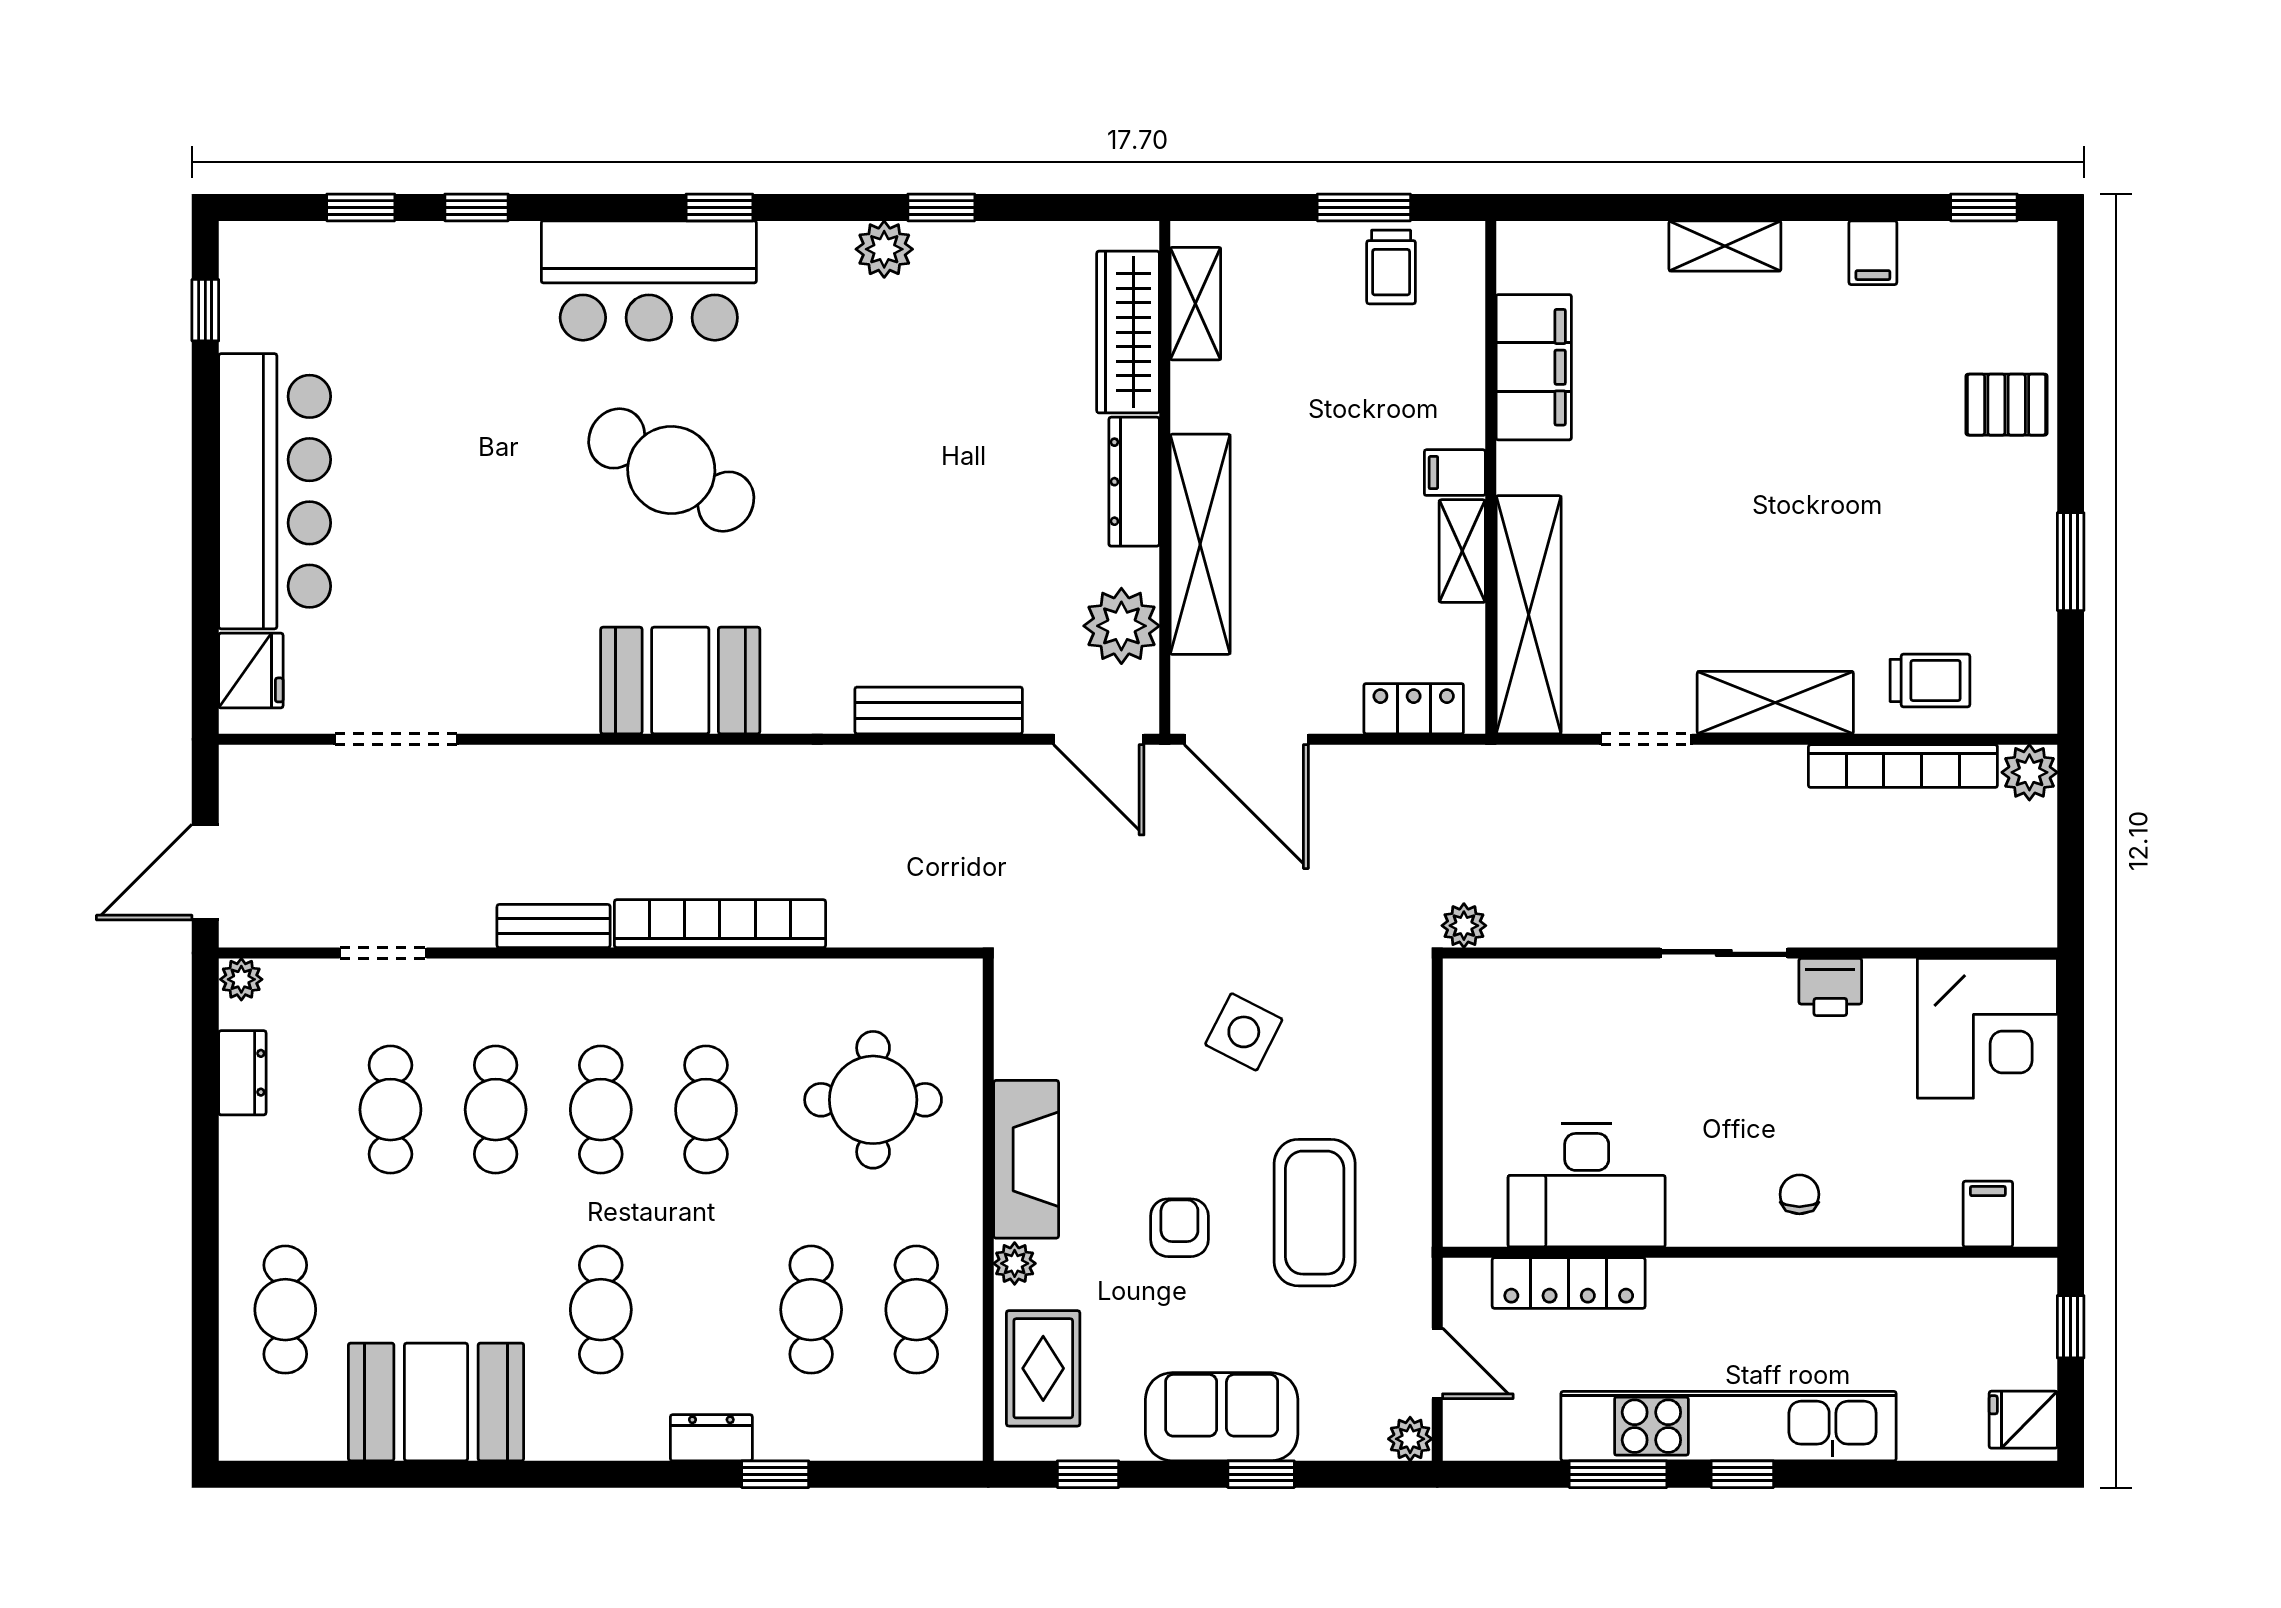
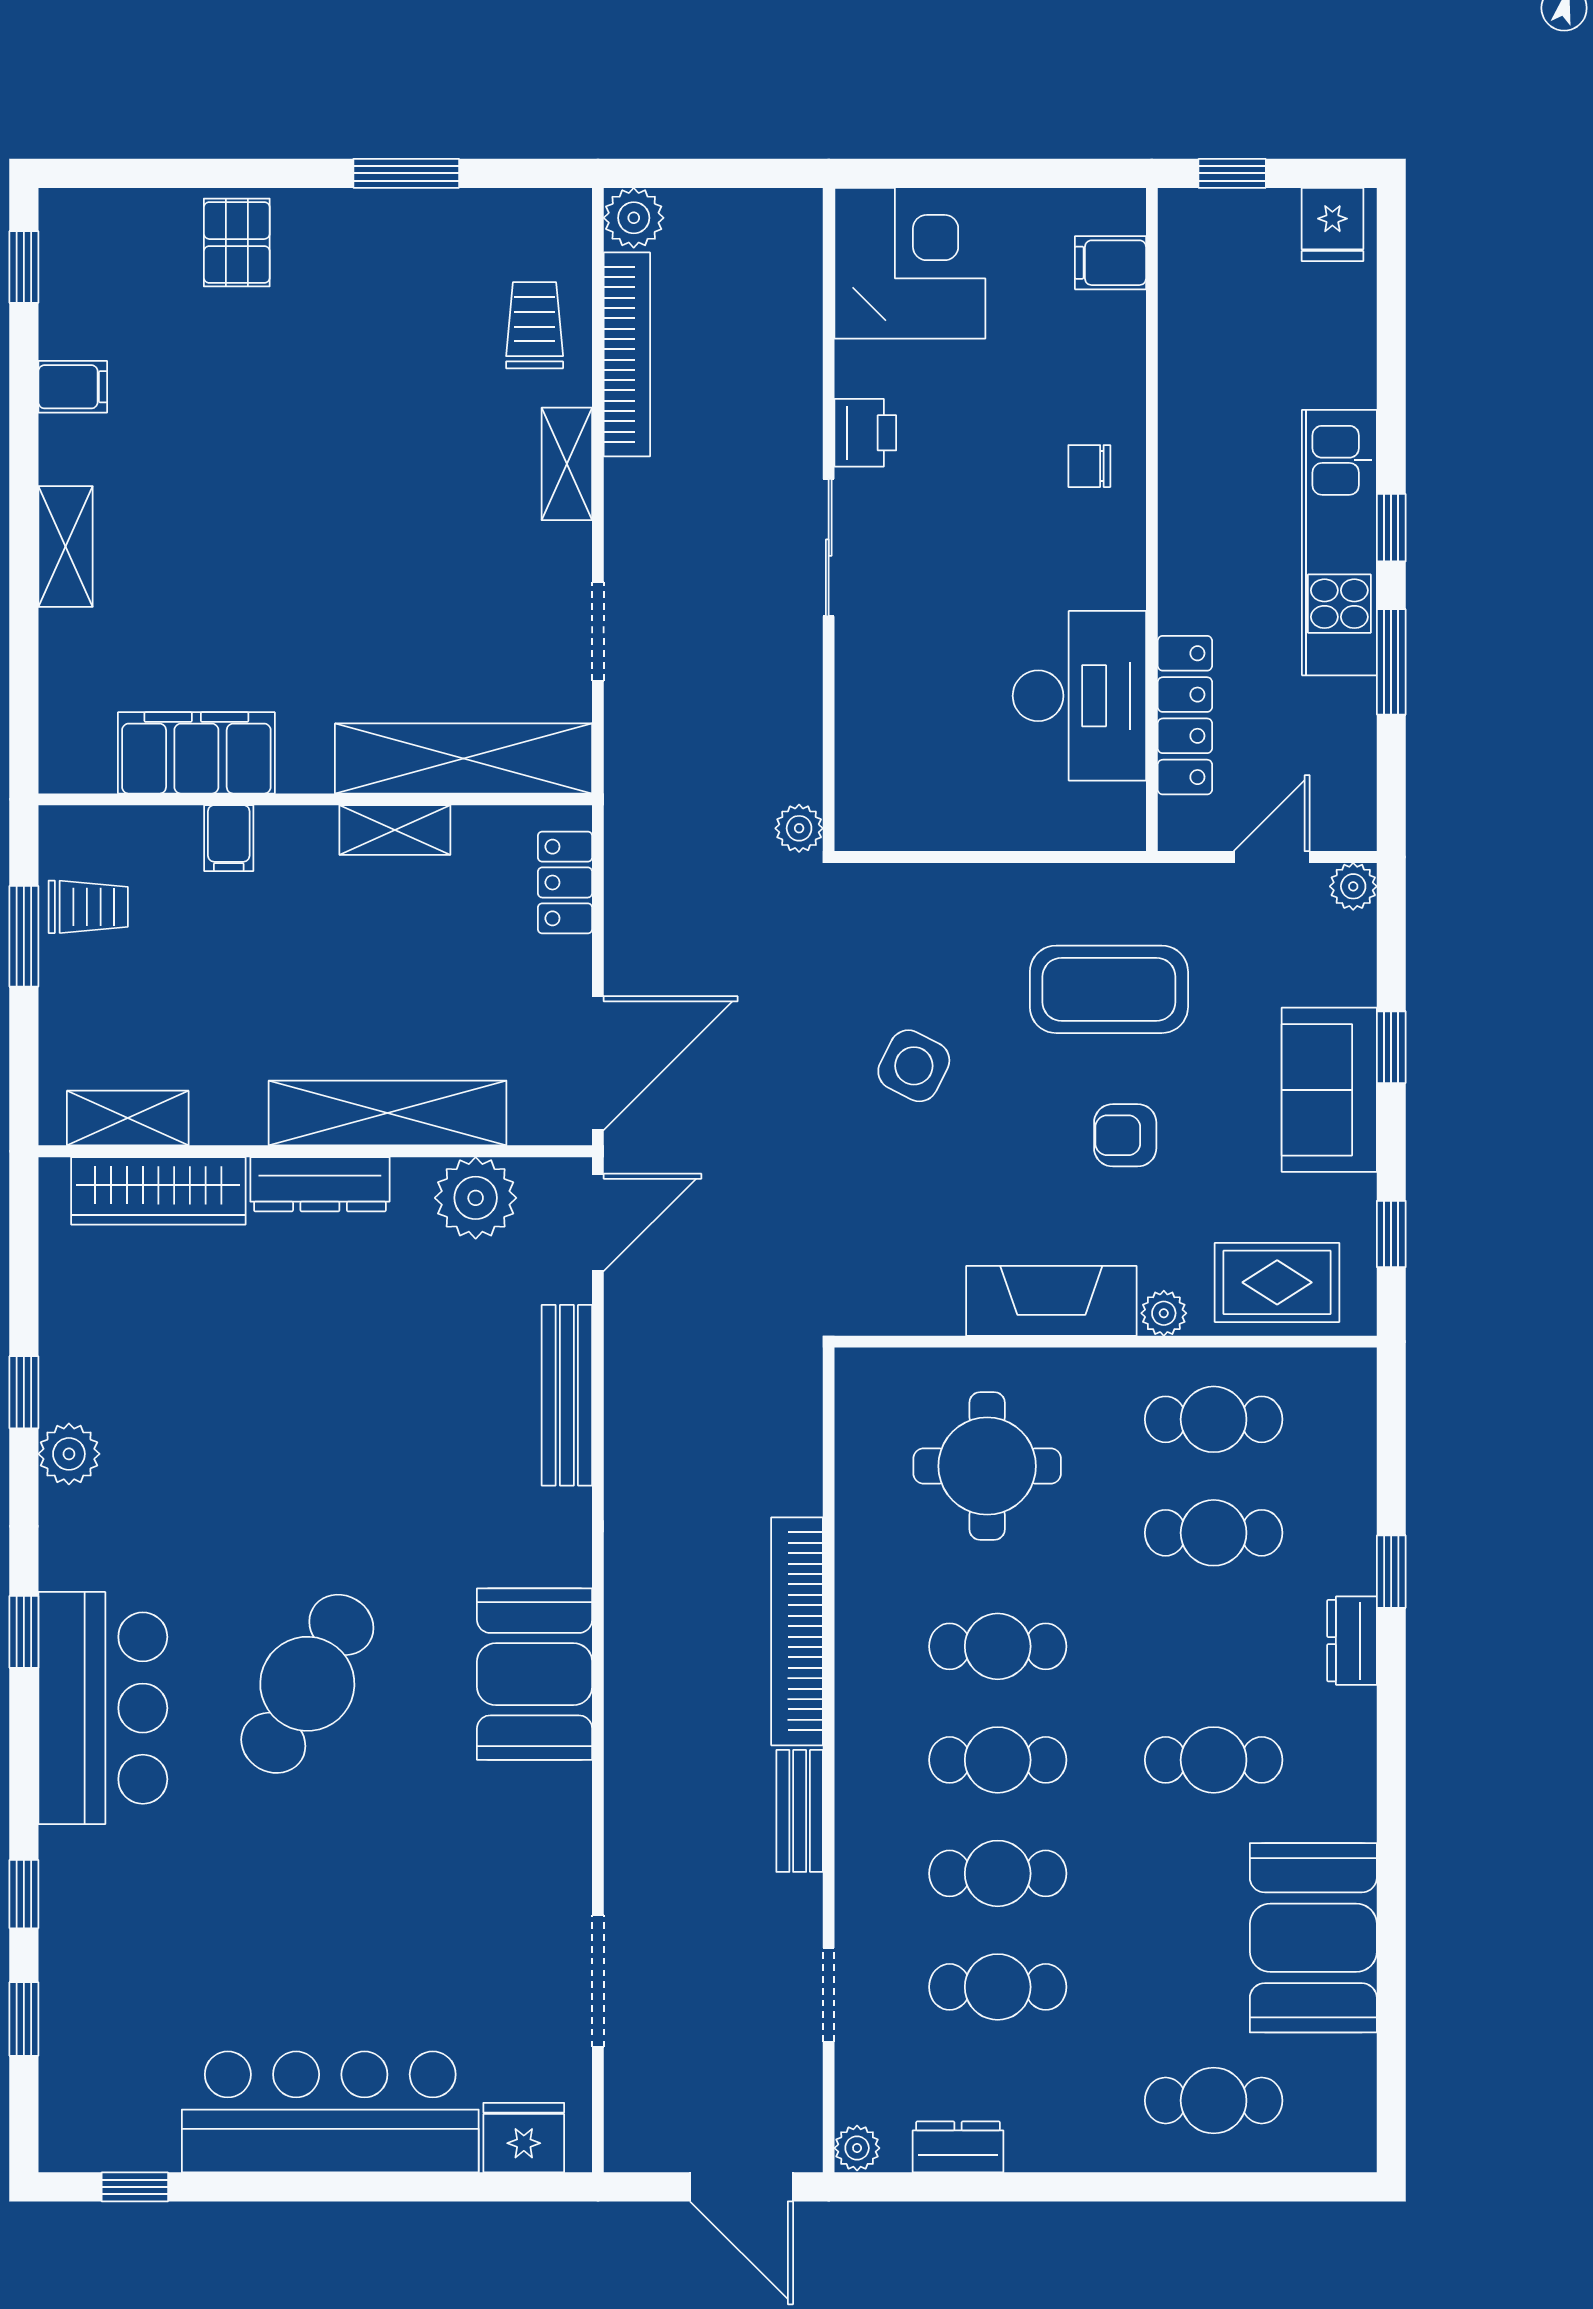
filing cabinet: (1455, 473) -> (229, 838), moved
shelving: (1775, 703) -> (567, 464), width x0.67, depth x0.75
kitchen unit: (1729, 1426) -> (1339, 543), width x0.73

